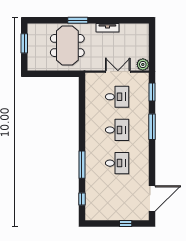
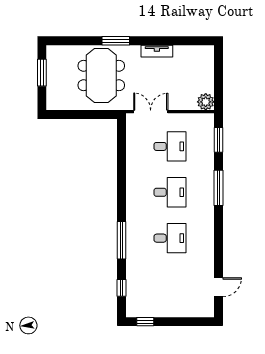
double door: (118, 72) -> (151, 112), moved
door: (152, 199) -> (219, 287), width x0.53
window: (126, 223) -> (145, 322), moved

